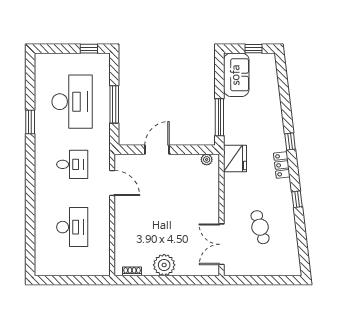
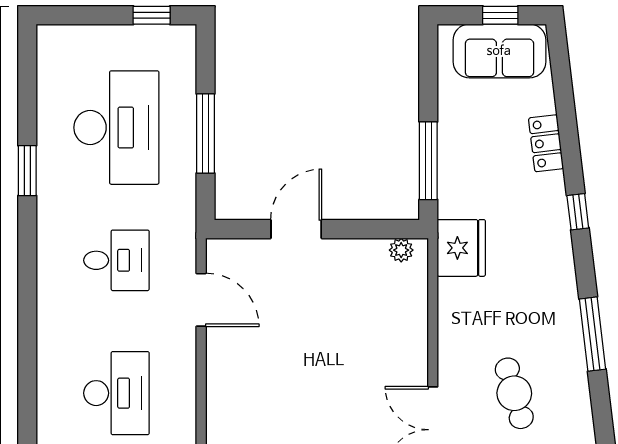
sofa: (236, 75) -> (499, 51), moved, turned 90
locker: (282, 165) -> (546, 143), moved
window: (297, 199) -> (593, 334), width x2.17

